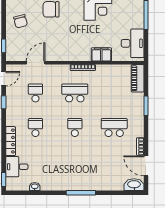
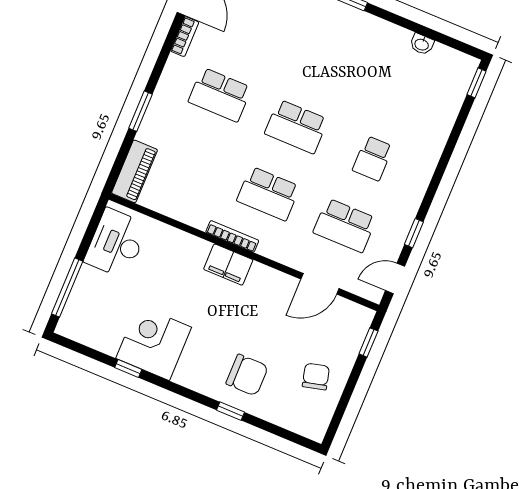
filing cabinet: (101, 54) -> (228, 265), moved
school desk: (35, 93) -> (345, 225), width x1.85
school desk: (75, 127) -> (296, 127), width x1.85
locker: (11, 141) -> (432, 152), removed
desk: (17, 167) -> (440, 97), removed

